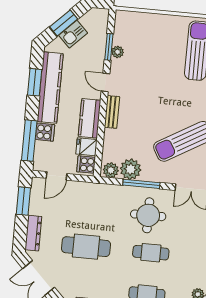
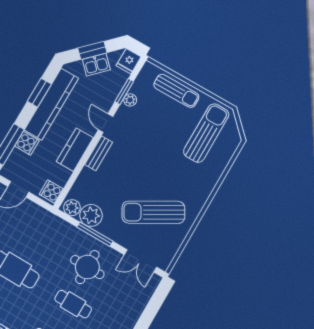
sun lounger: (154, 25) -> (176, 91), added
fridge: (86, 147) -> (129, 61), moved, turned -90

